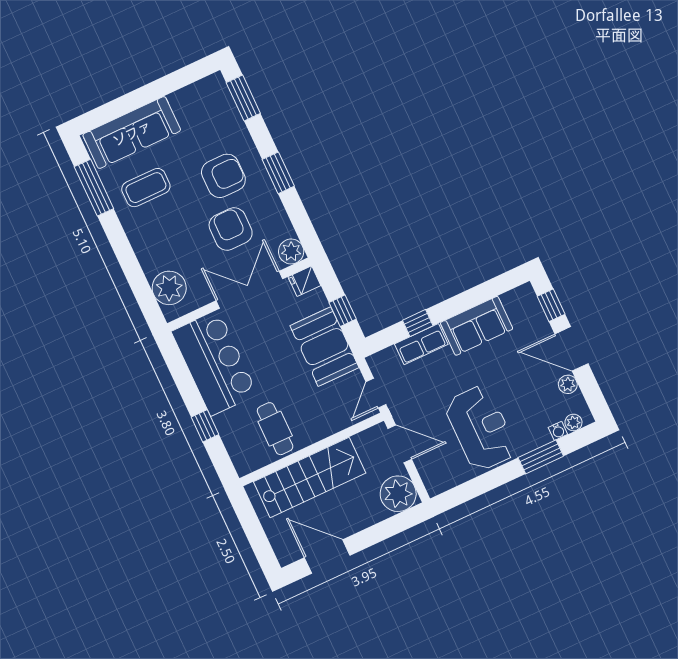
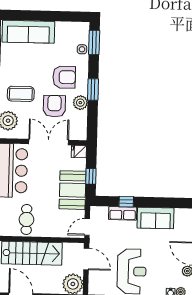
side table: (230, 118) -> (82, 49), added
coffee table: (146, 188) -> (21, 94), moved
plant: (291, 251) -> (80, 103), moved

